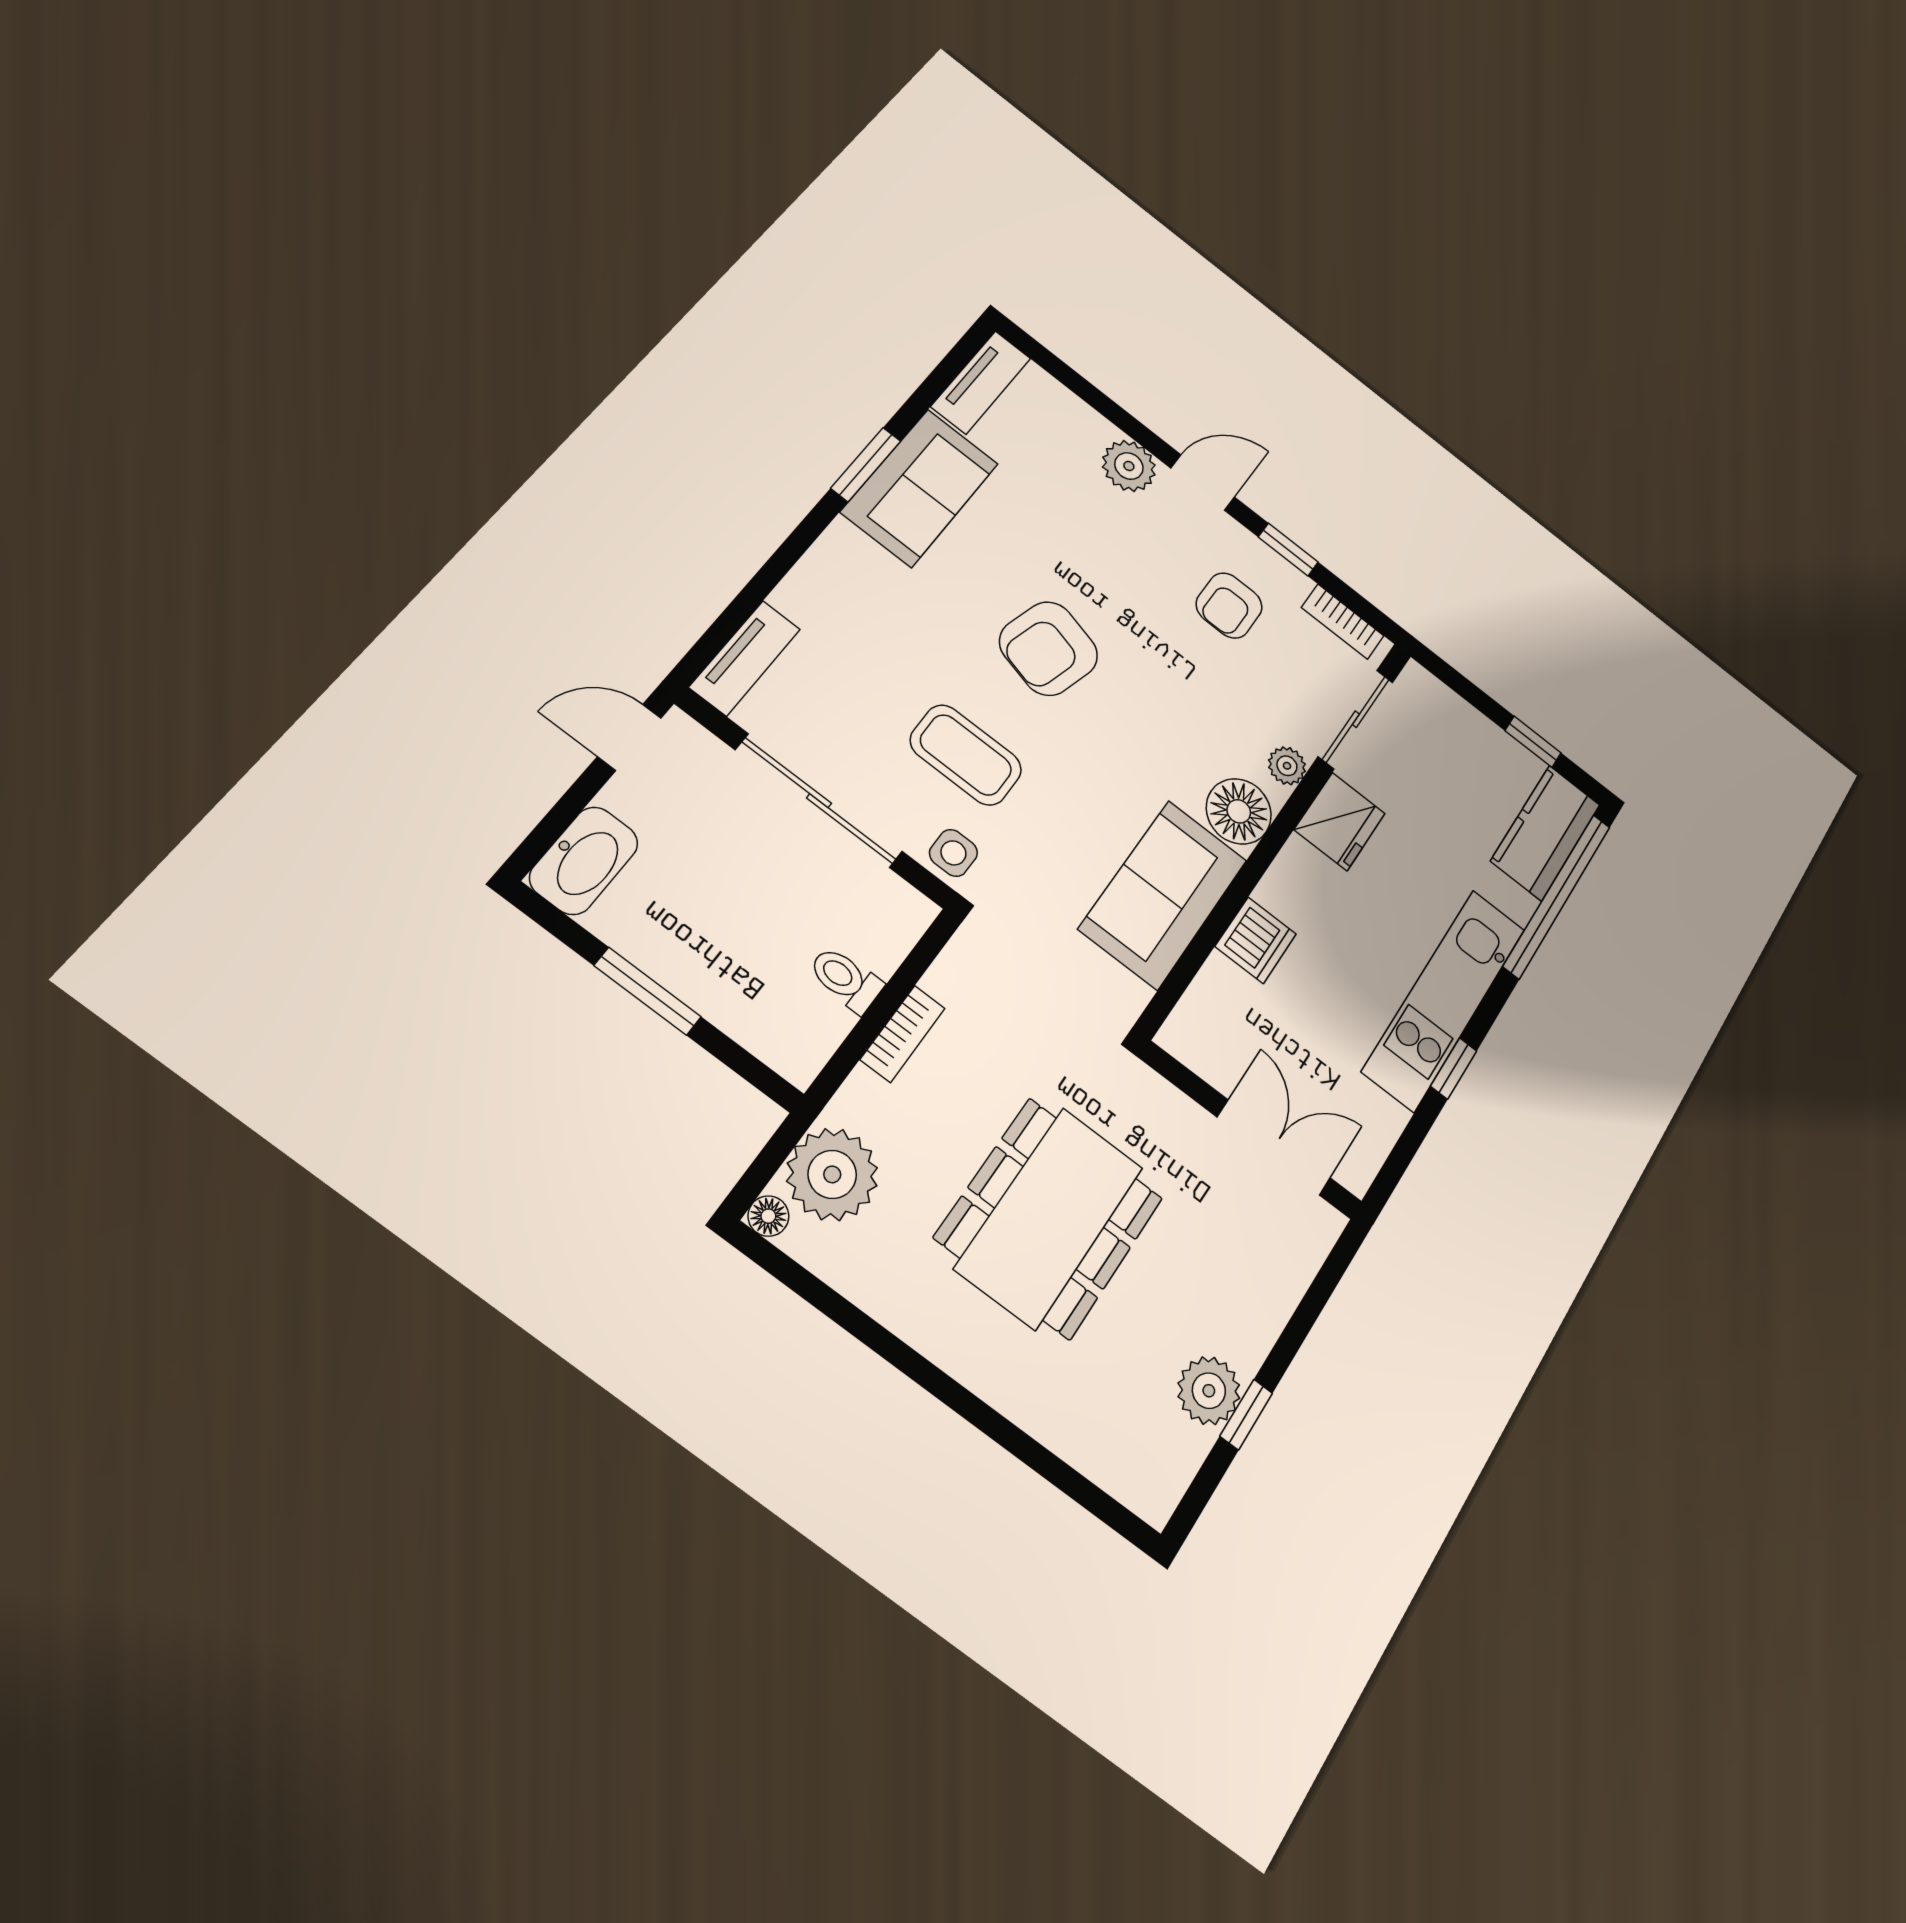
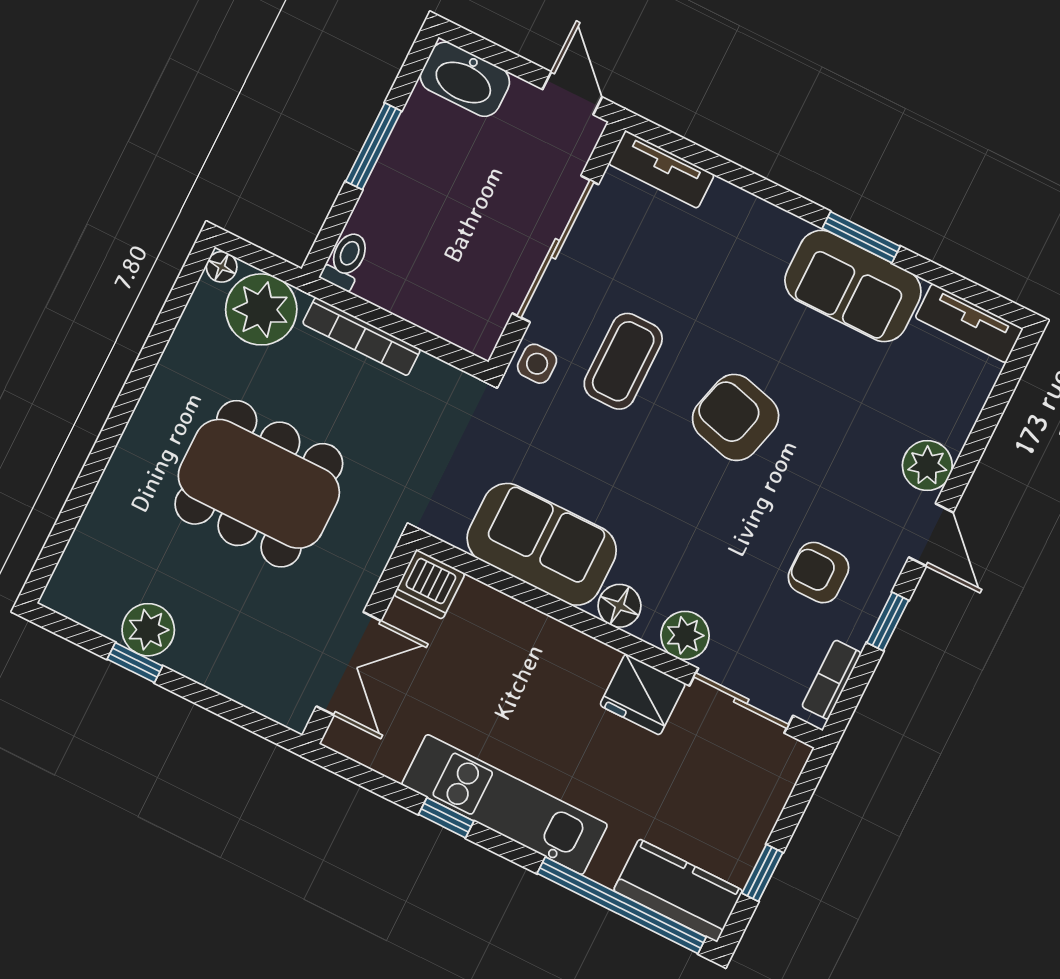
plant: (1287, 766) -> (685, 635), width x1.38, depth x1.38
floor lamp: (1239, 811) -> (619, 606), width x0.73, depth x0.73
dishwasher: (1256, 940) -> (429, 584), moved
toilet: (846, 979) -> (346, 260), moved
bookcase: (903, 1034) -> (361, 337), width x1.56

